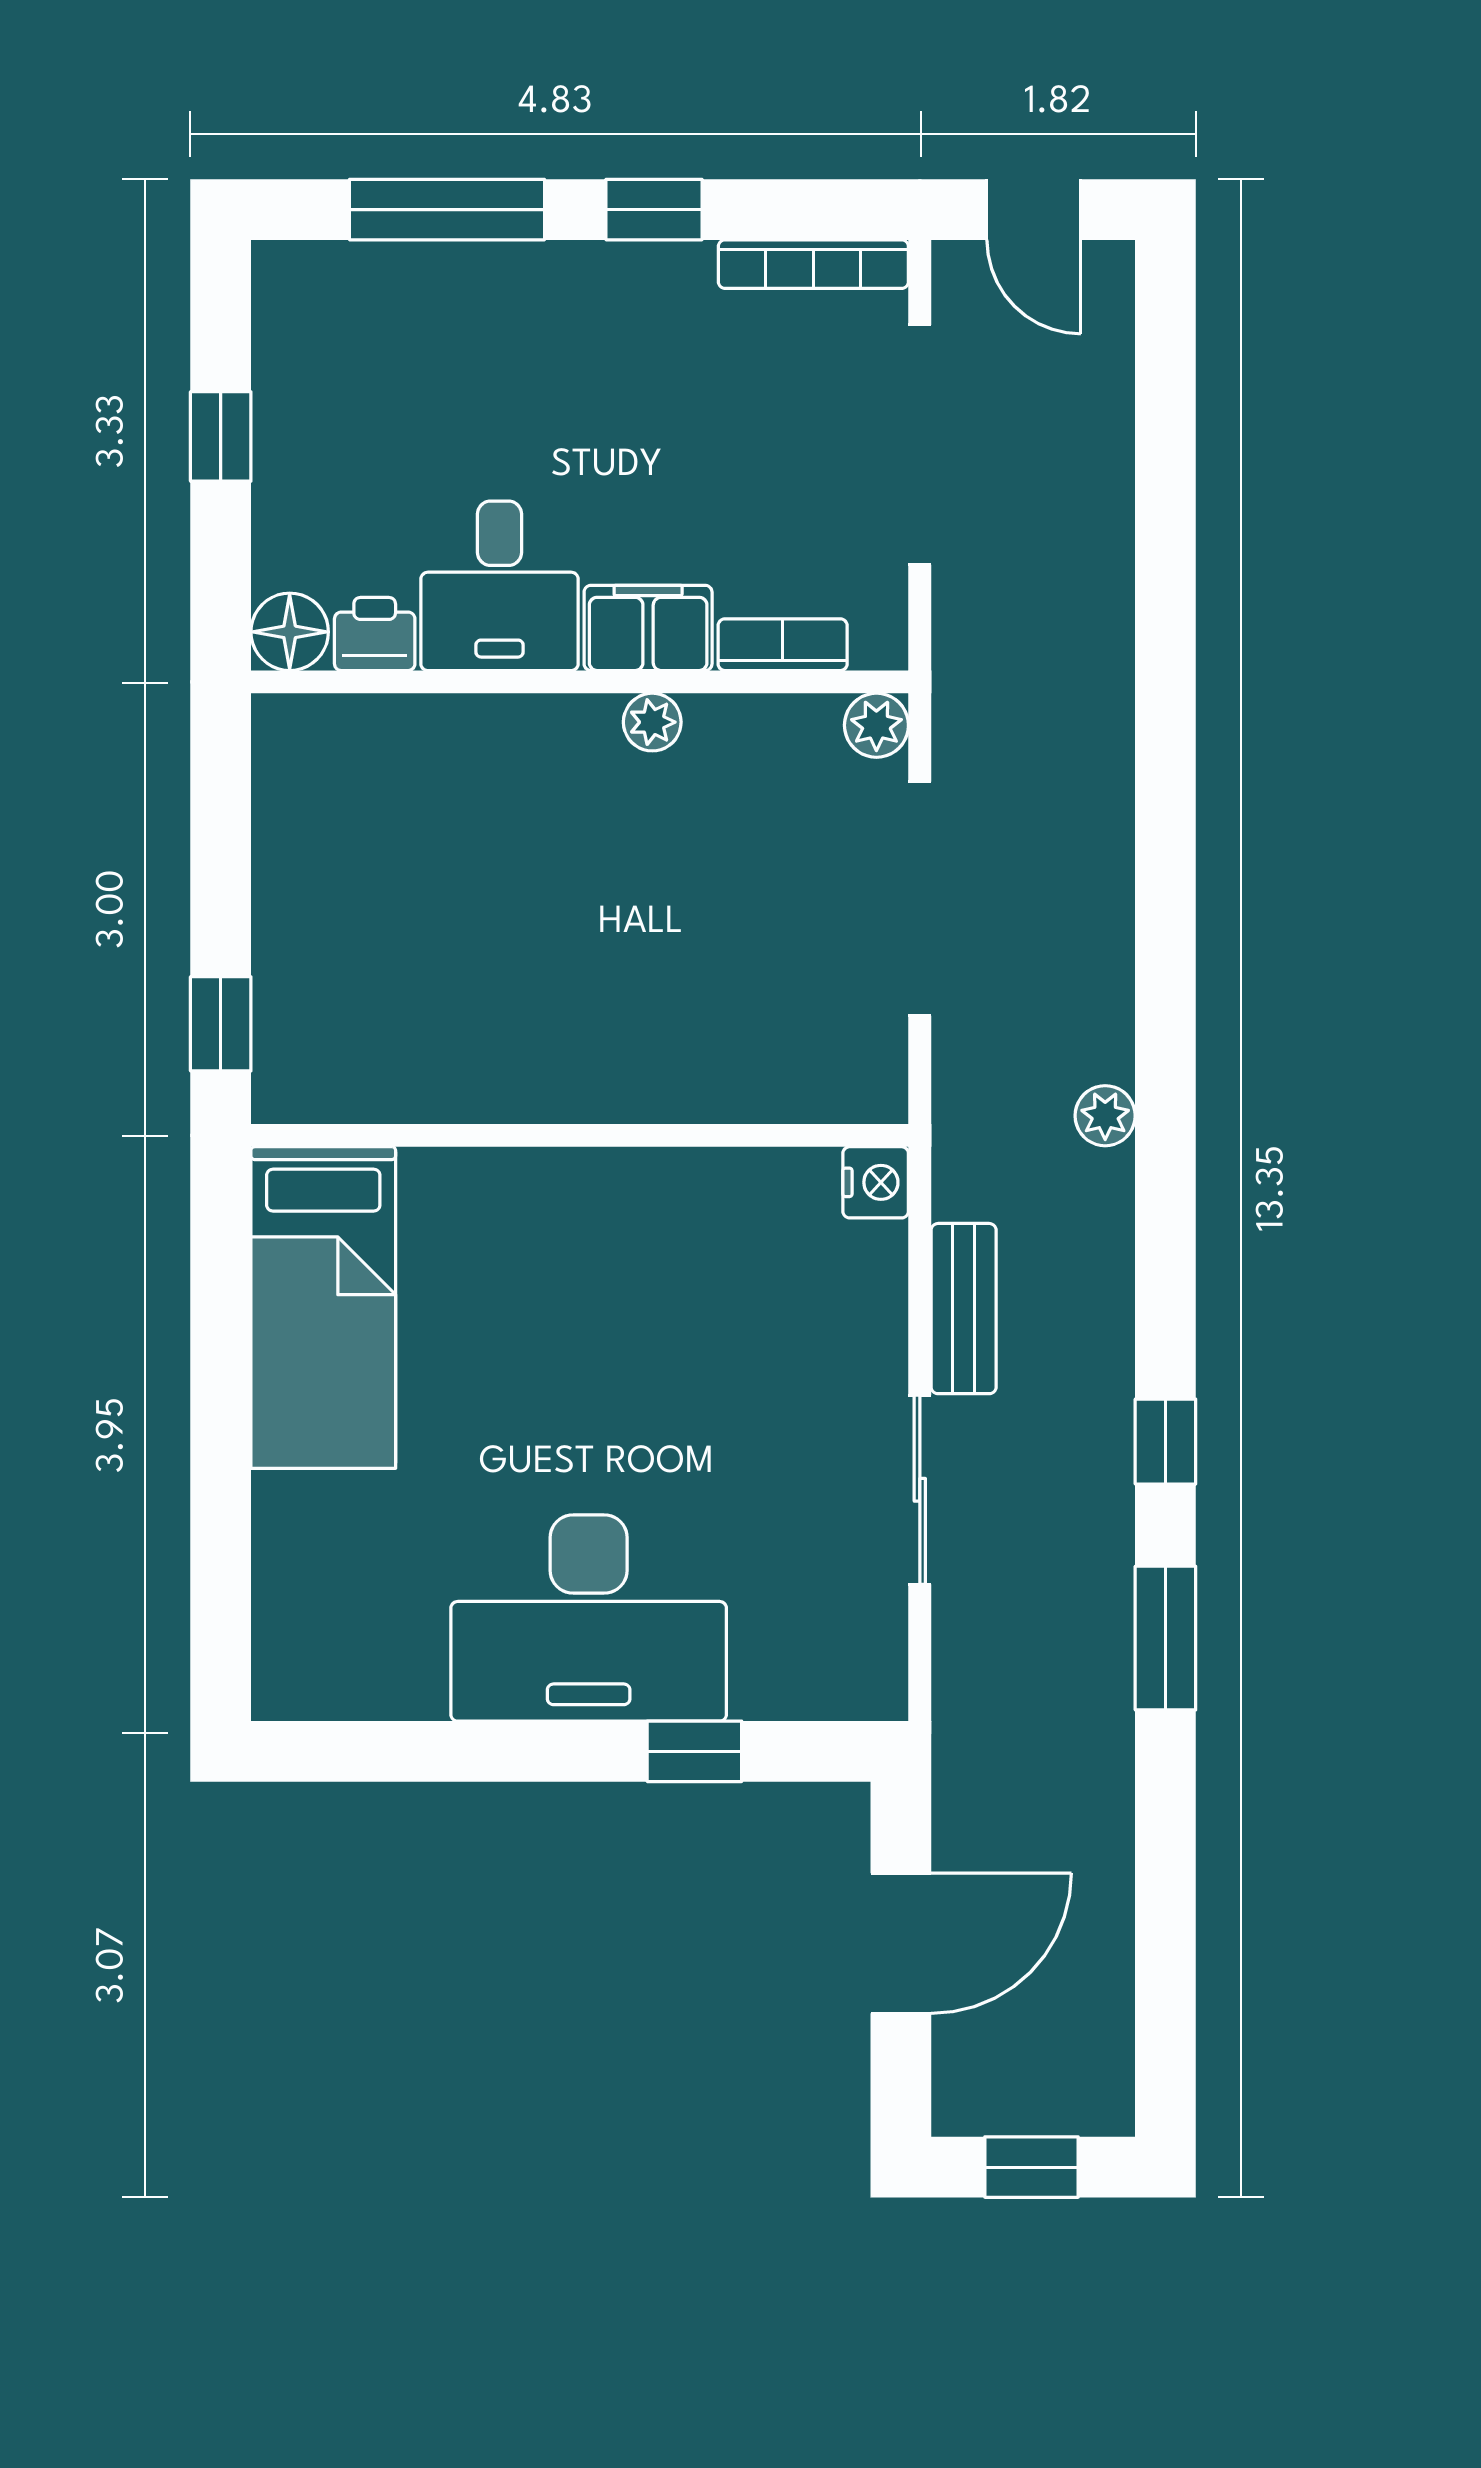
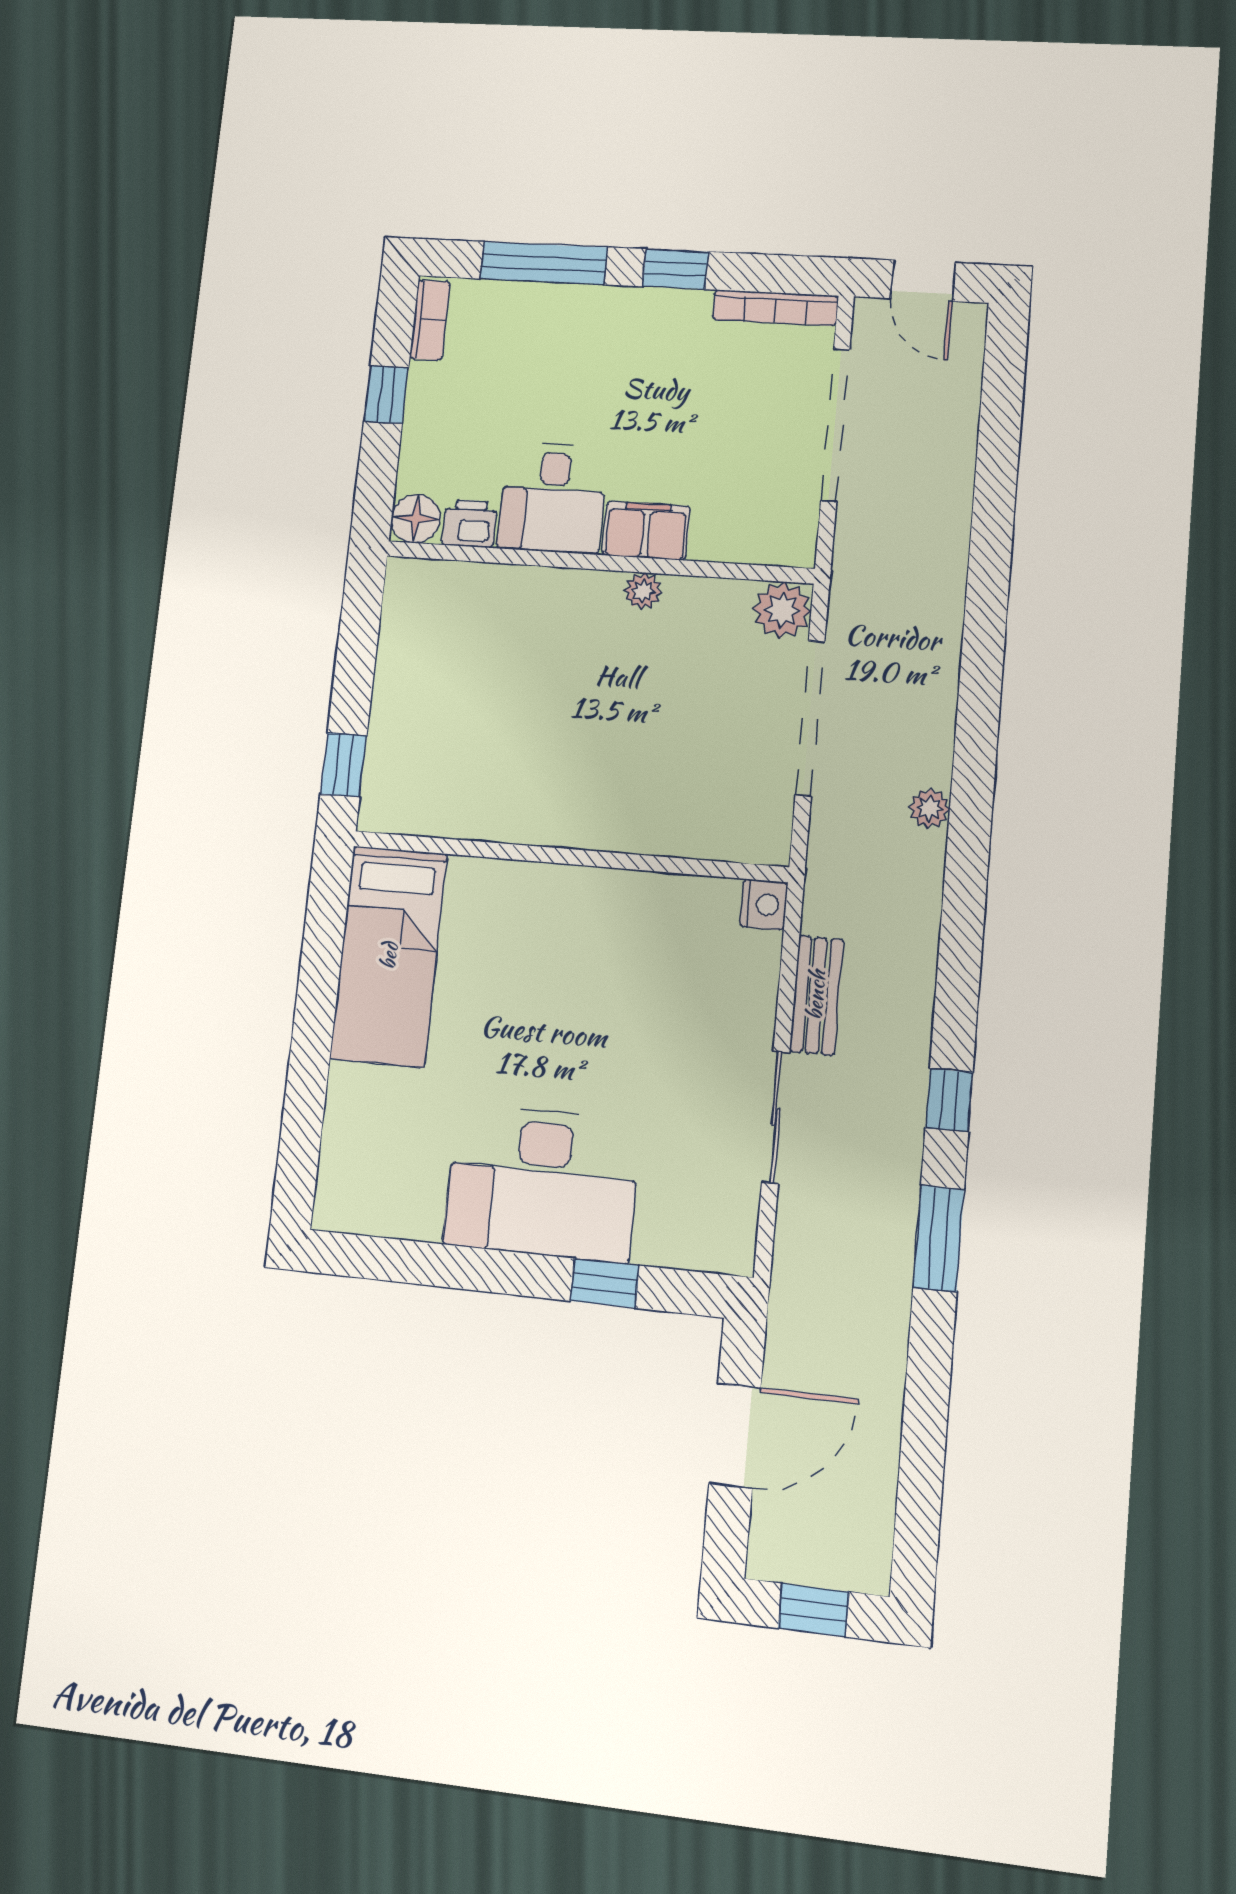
bookcase: (783, 645) -> (430, 320), moved, turned 90
plant: (876, 725) -> (782, 610), width x1.38, depth x1.38
plant: (1105, 1116) -> (929, 808), moved

